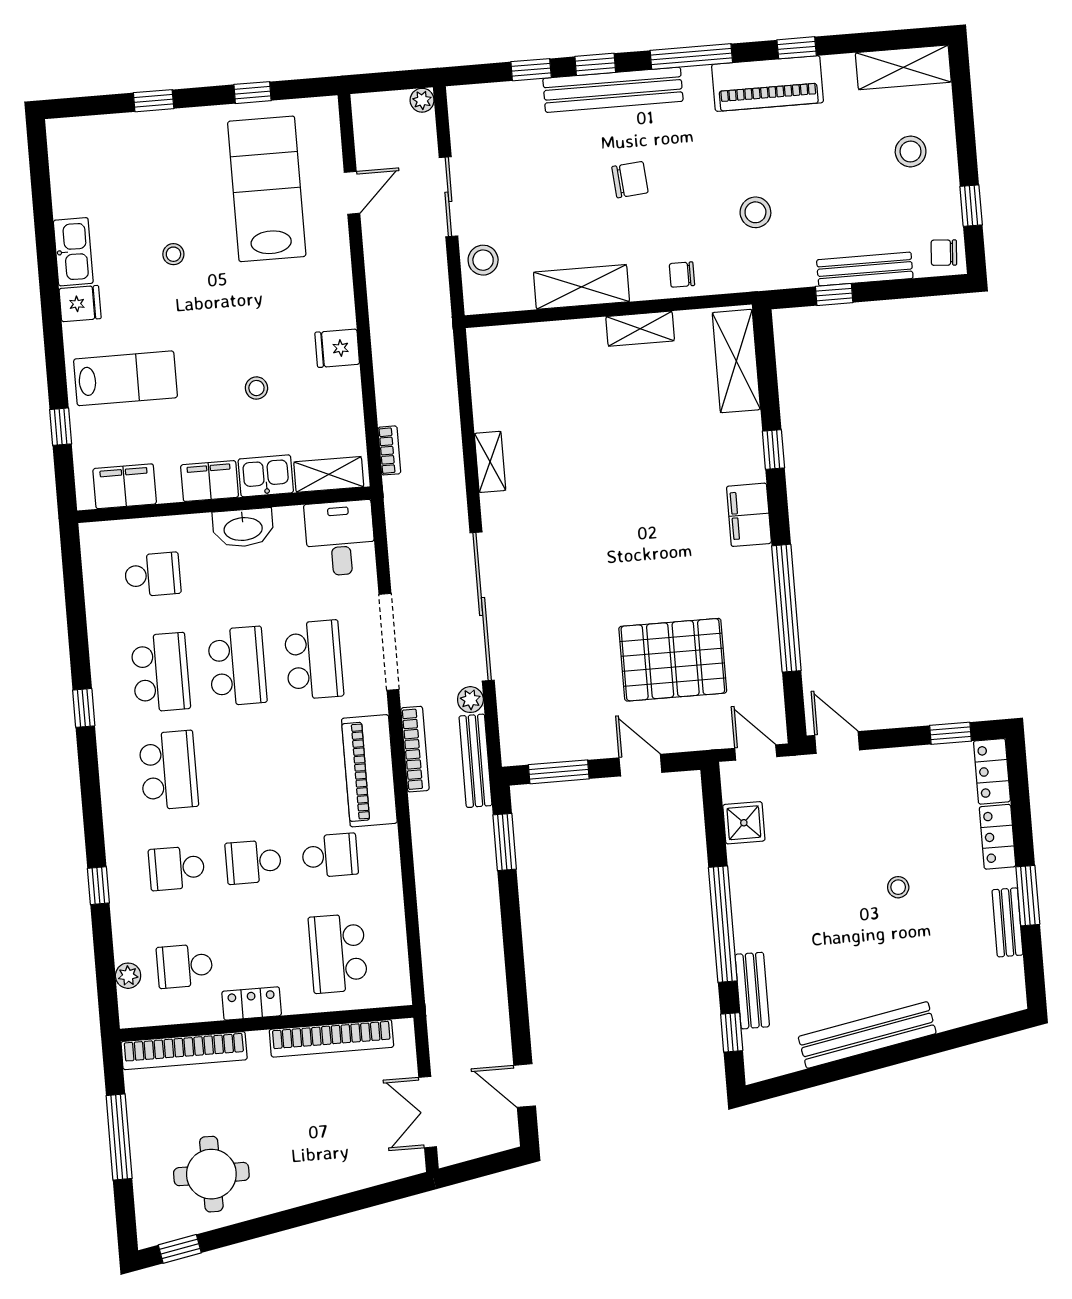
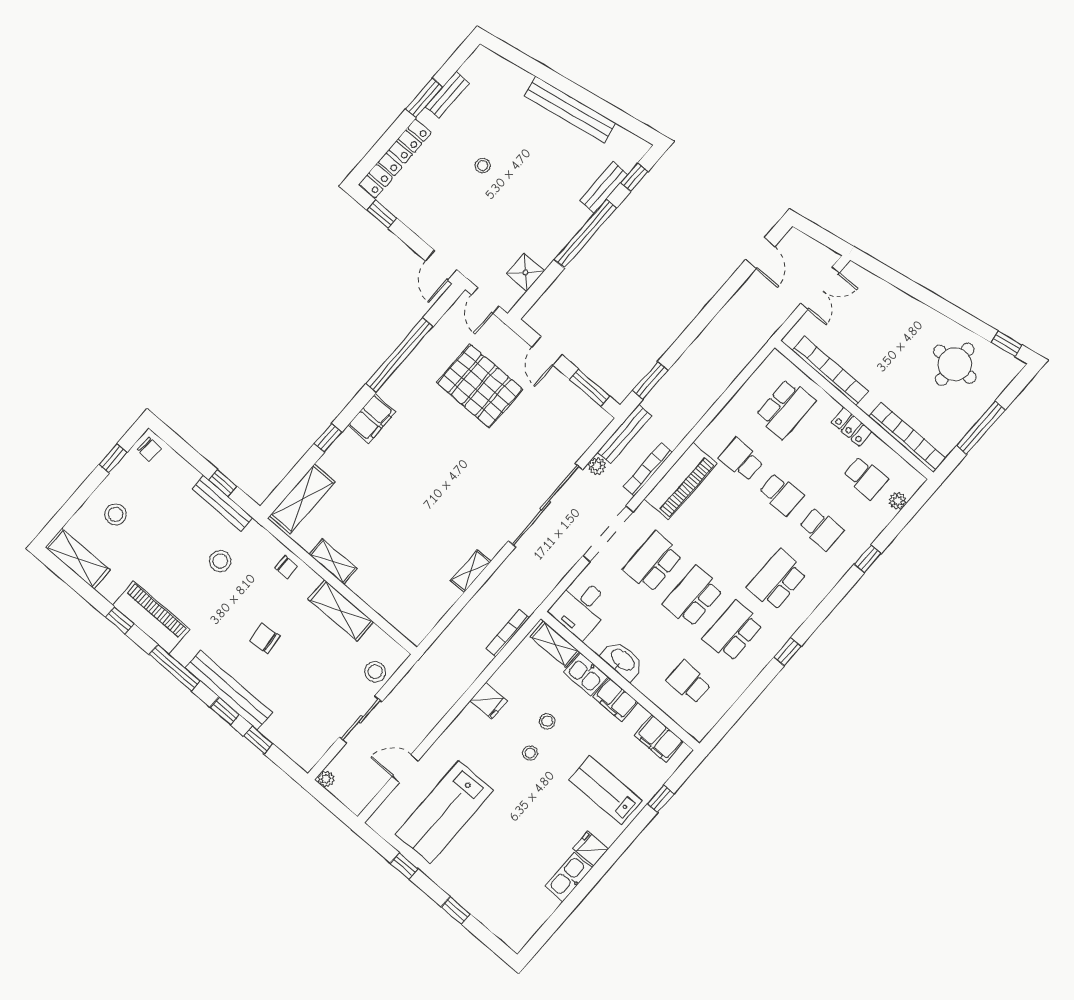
stool: (173, 254) -> (530, 753), moved
bench: (865, 269) -> (222, 503), moved
bookcase: (389, 450) -> (508, 633), width x1.56

